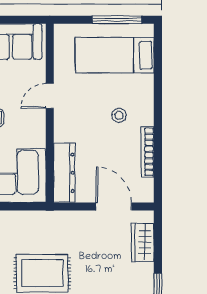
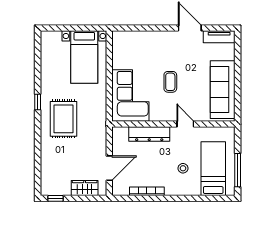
stool: (119, 115) -> (183, 168), moved
dresser: (64, 173) -> (149, 134), moved

